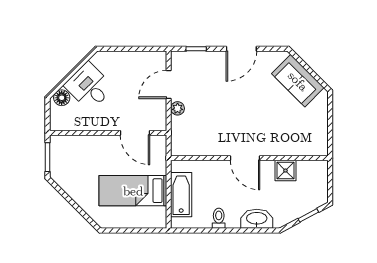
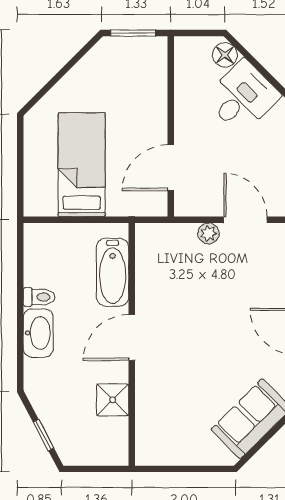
bathtub: (181, 195) -> (113, 272), moved, turned 90
washbasin: (257, 219) -> (38, 333), moved

